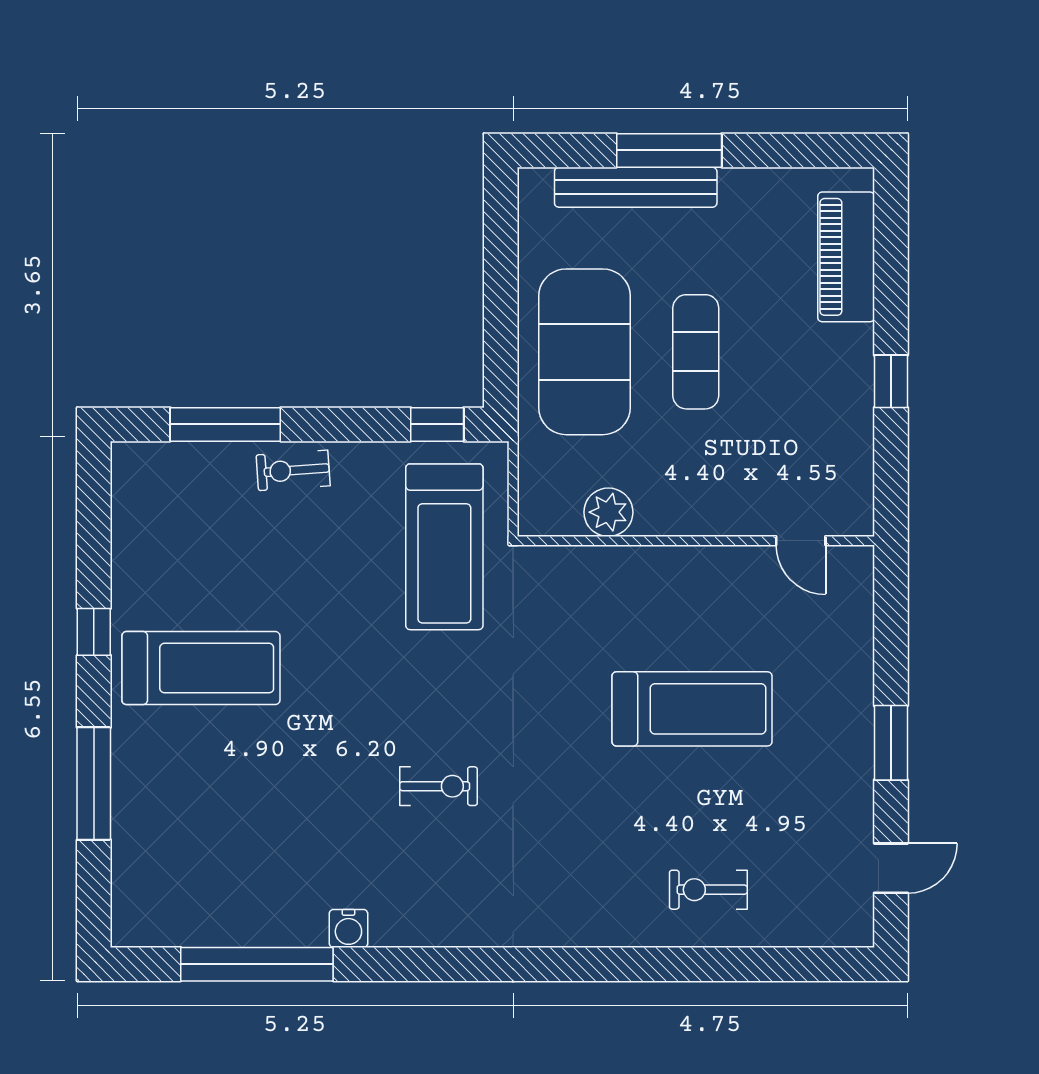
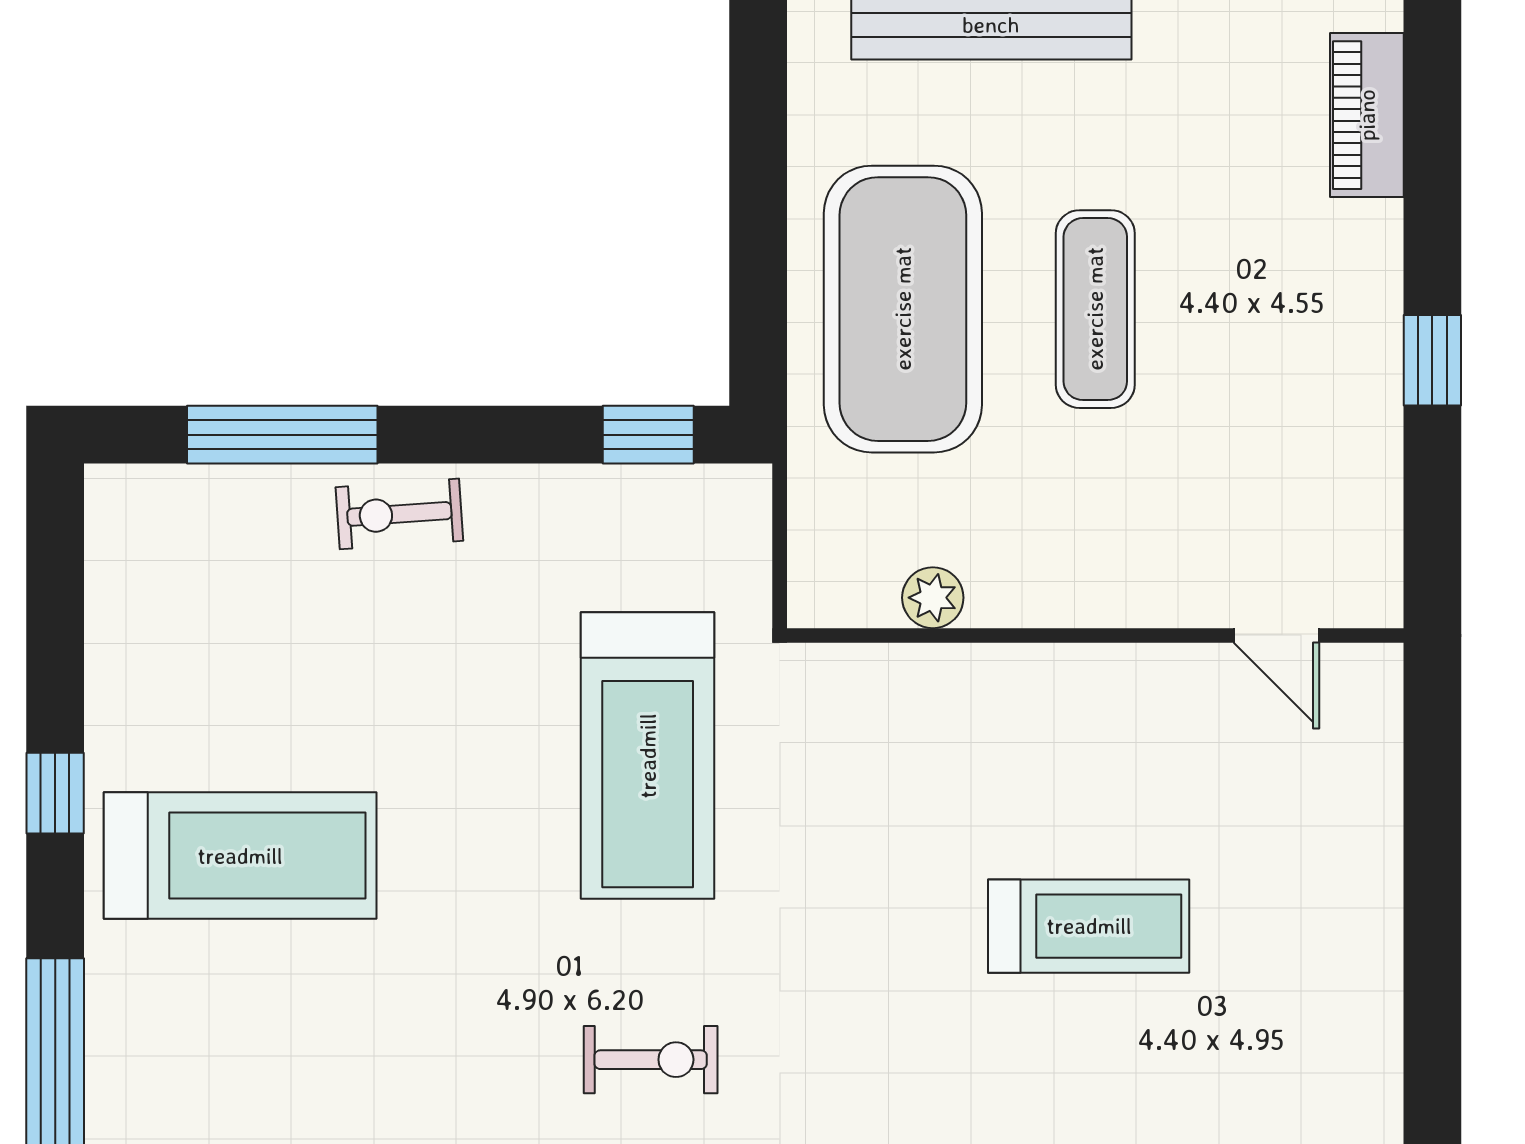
piano: (846, 257) -> (1367, 115), width x0.73, depth x0.75
plant: (608, 512) -> (933, 598), width x0.73, depth x0.73
treadmill: (444, 547) -> (648, 756), moved
treadmill: (692, 709) -> (1089, 926), width x0.73, depth x0.73
window: (891, 743) -> (1432, 985), removed

